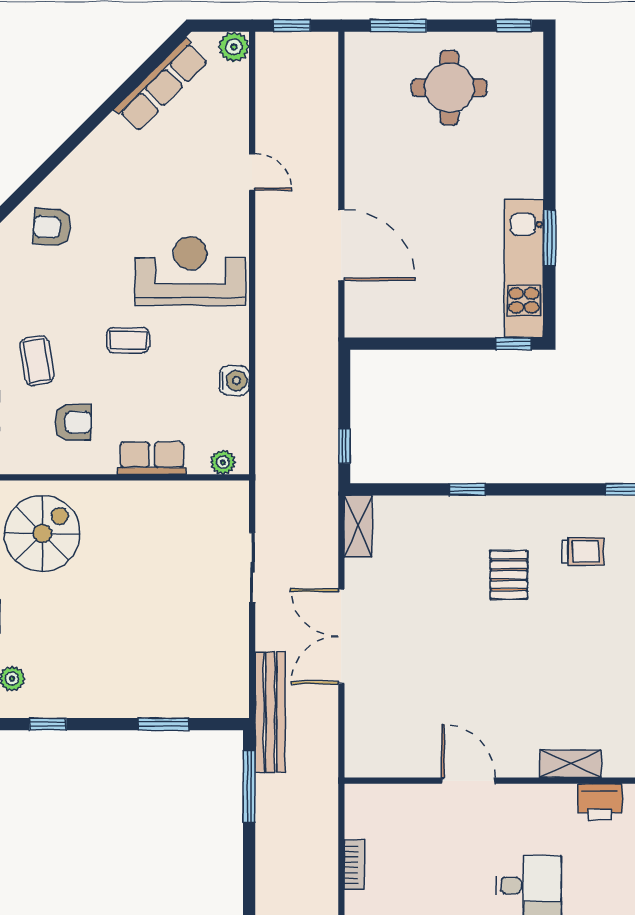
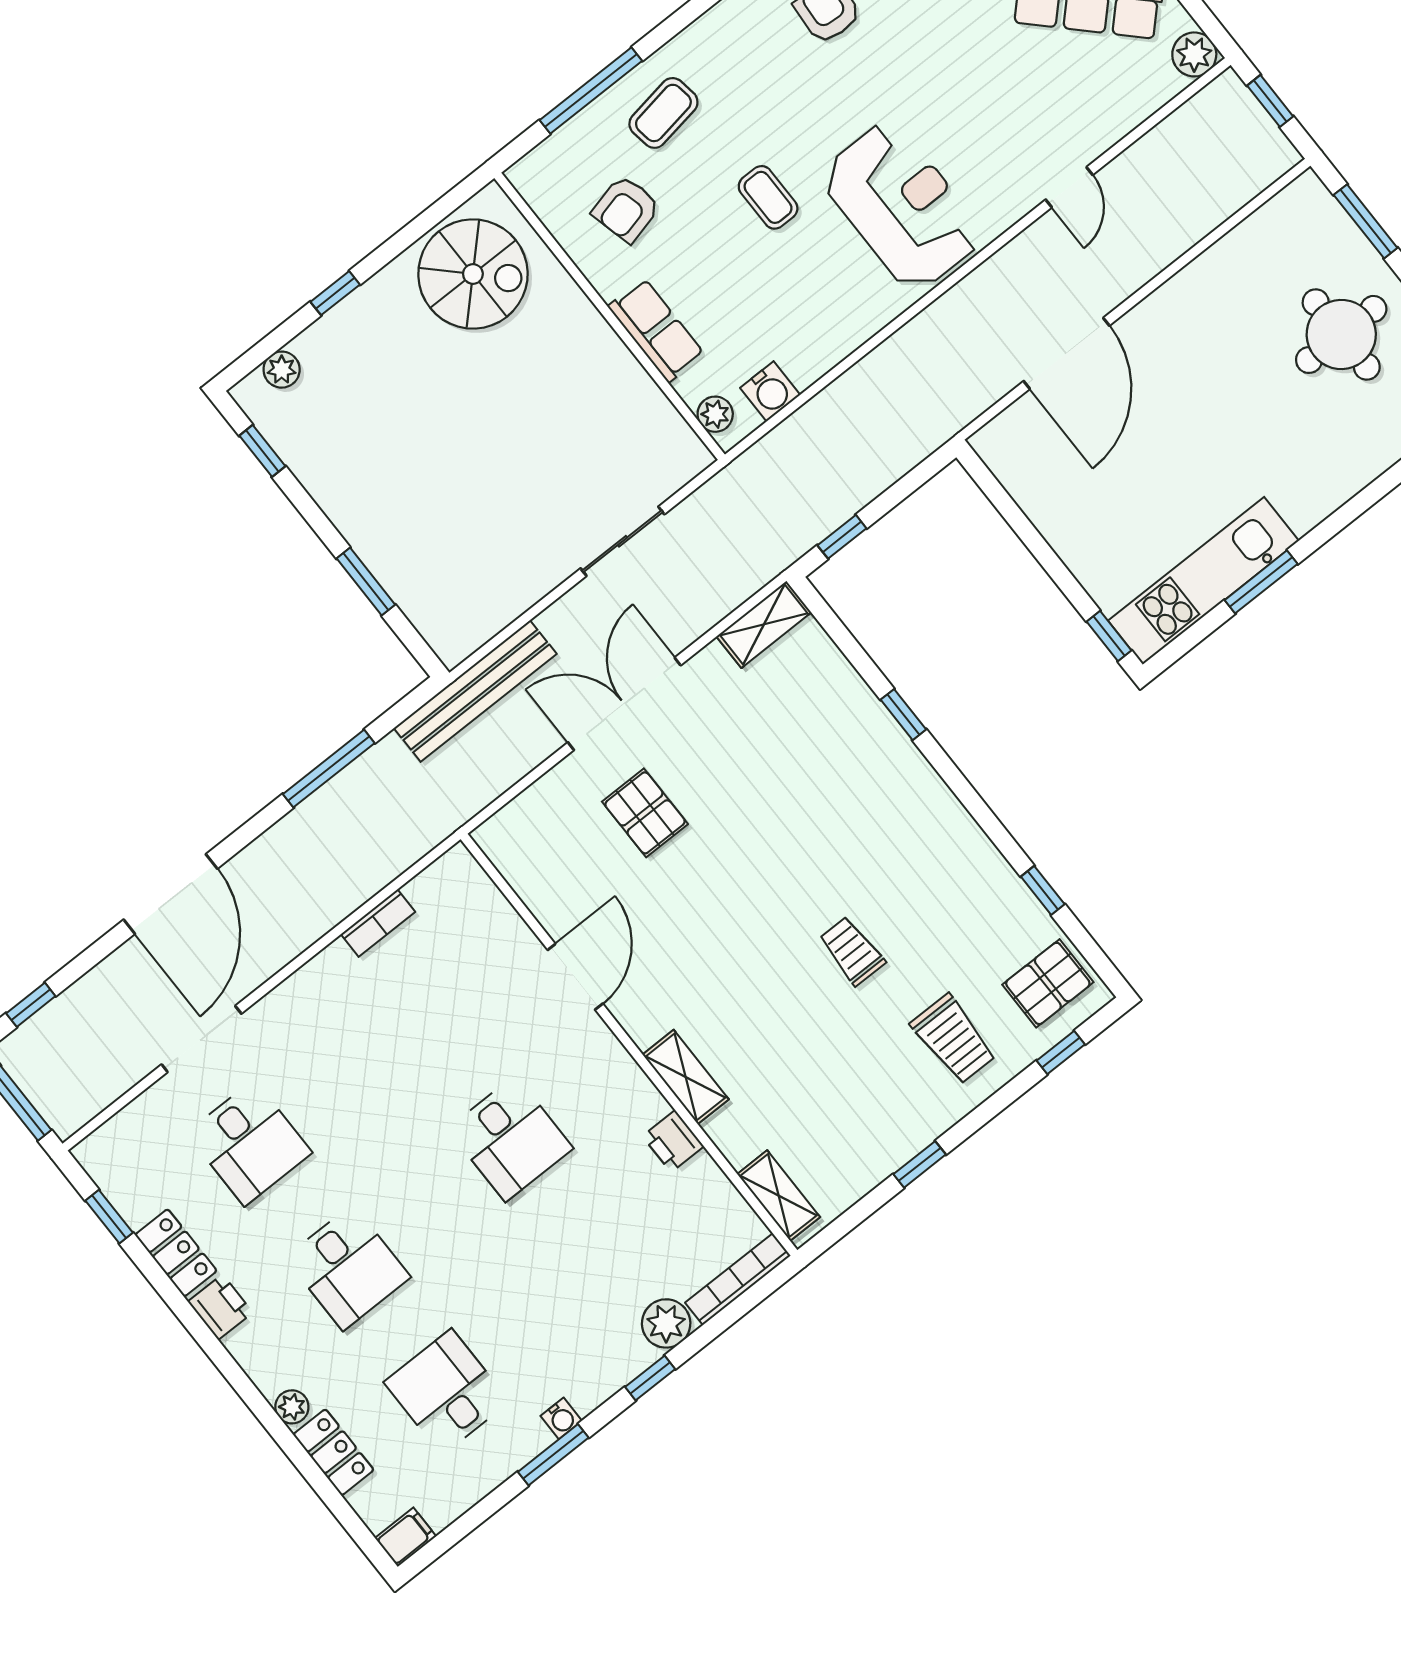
water cooler: (234, 381) -> (770, 391), moved
armchair: (73, 422) -> (626, 209), turned 76
trolley: (583, 551) -> (852, 951), moved, turned 180
pallet: (509, 575) -> (645, 813), moved, turned 90
window: (249, 786) -> (329, 769), moved
printer: (600, 802) -> (673, 1141), width x0.73, depth x0.81

